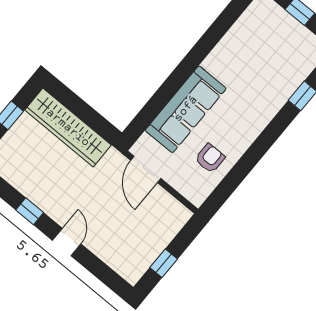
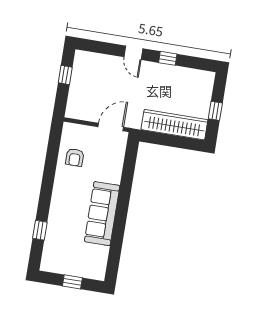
sofa: (186, 109) -> (102, 214), moved
door: (146, 169) -> (111, 127), hinge flipped

